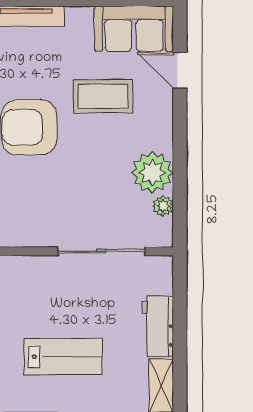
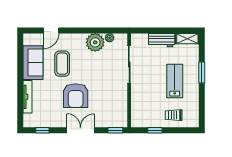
sofa: (134, 29) -> (33, 63), moved

